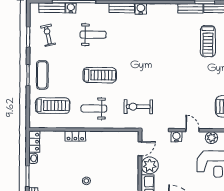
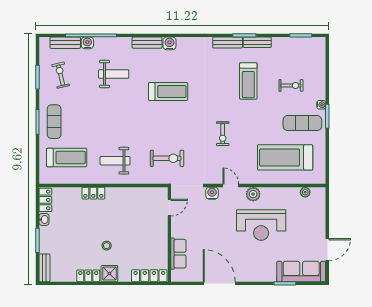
treadmill: (100, 75) -> (168, 92), moved
exercise bike: (186, 86) -> (223, 134), added
exercise bike: (138, 107) -> (167, 158), turned 180
plant: (150, 165) -> (181, 227), removed

